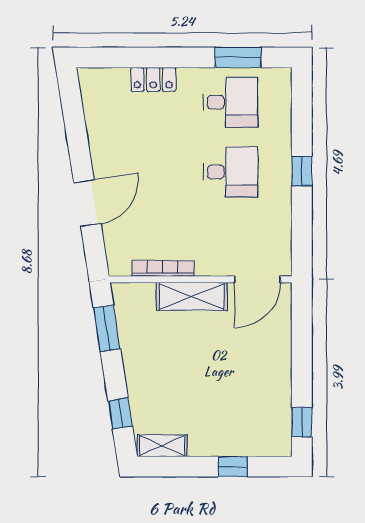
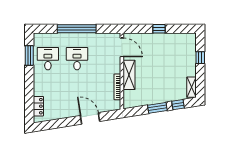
locker: (153, 79) -> (38, 106), moved
window: (302, 171) -> (77, 29), width x3.17
window: (107, 328) -> (157, 108), moved
window: (302, 422) -> (159, 29), moved

